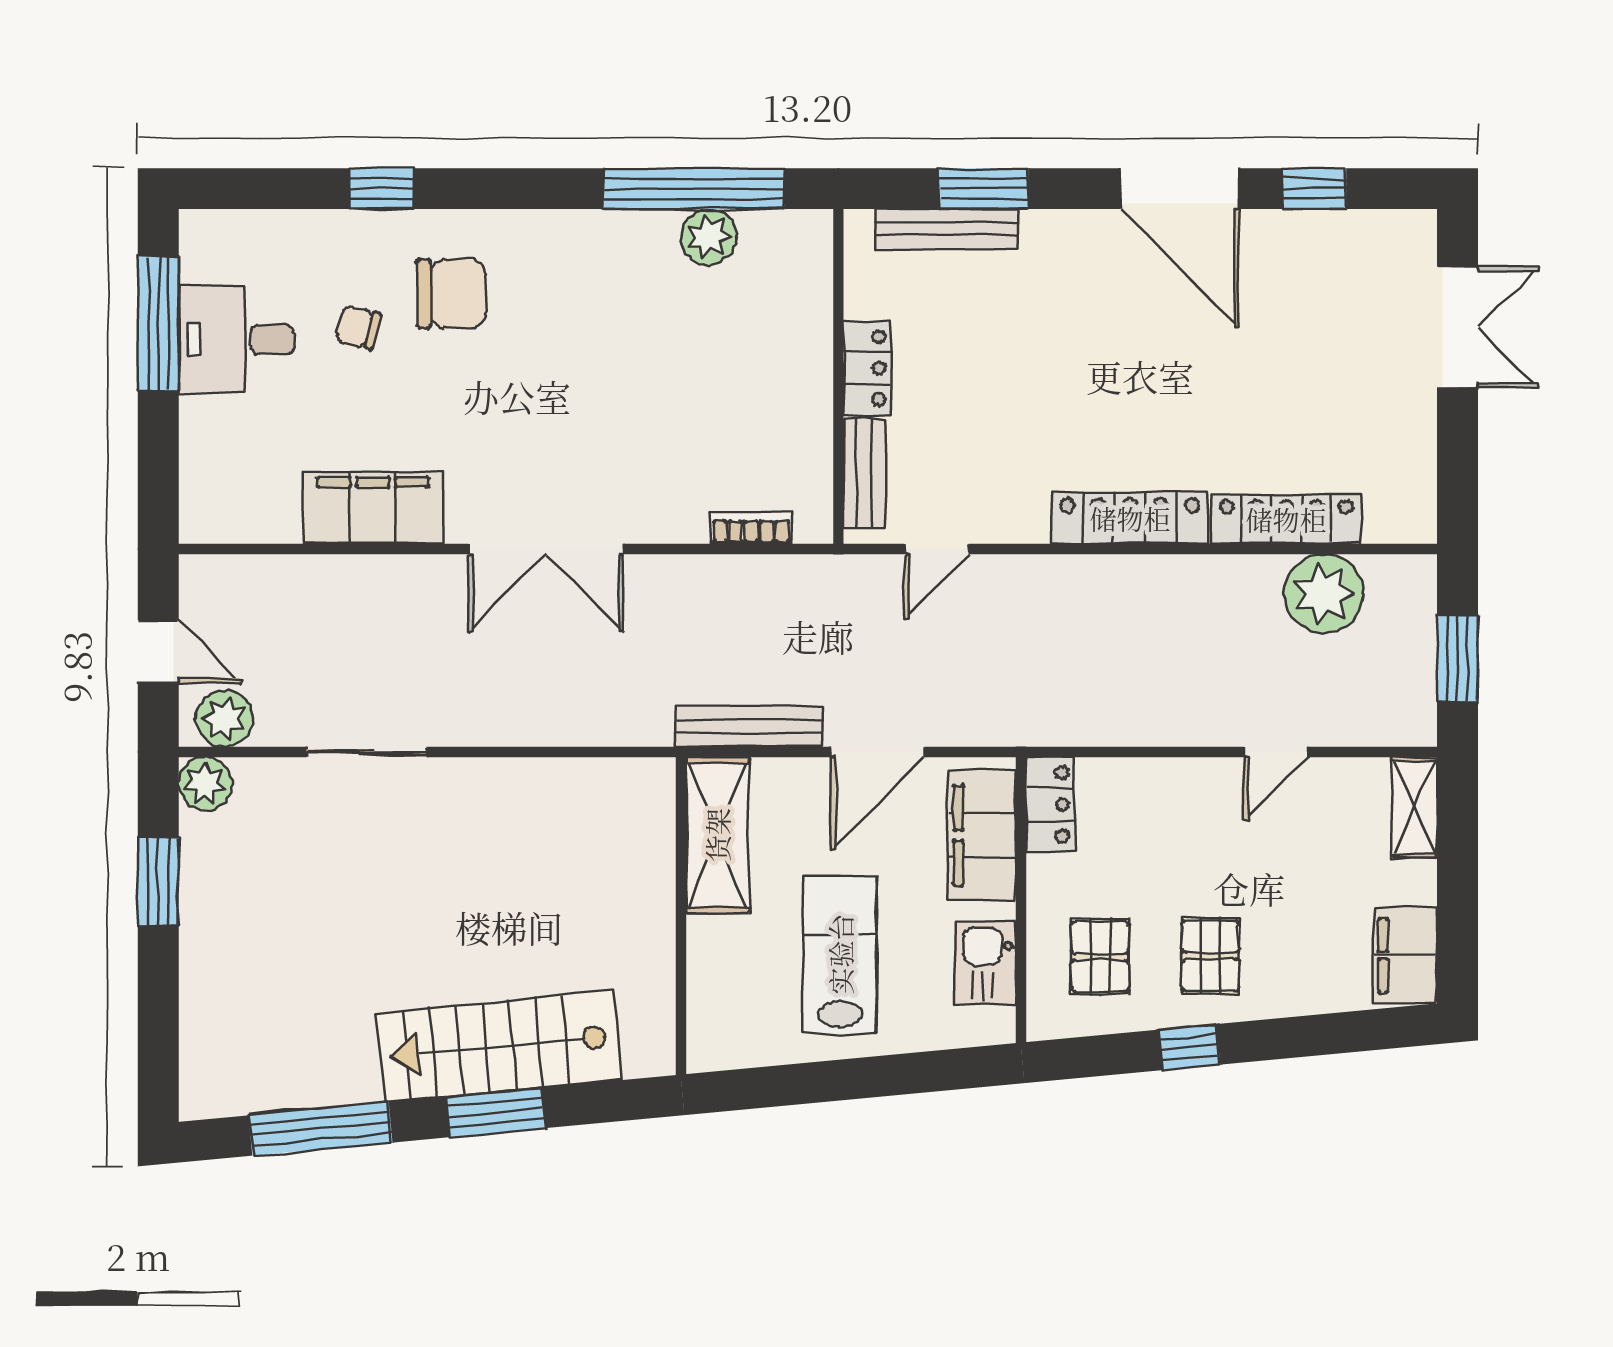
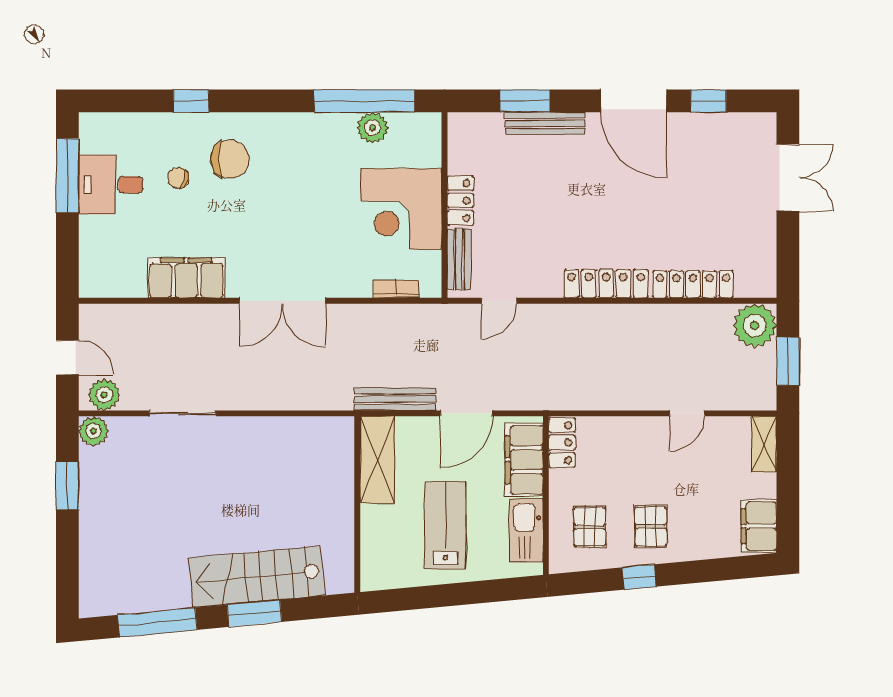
bench: (946, 229) -> (545, 123), moved
corner desk: (760, 384) -> (401, 209), added
plant: (1324, 594) -> (755, 326), moved
kitchen sink: (986, 963) -> (526, 530), width x1.38

